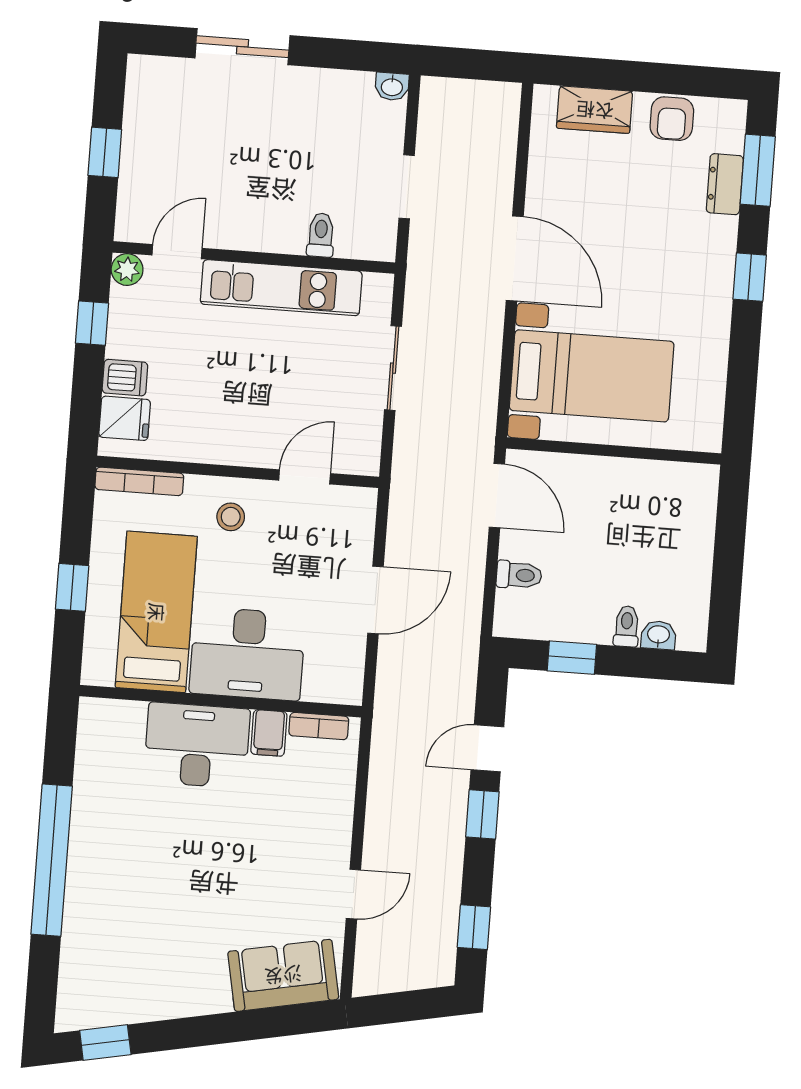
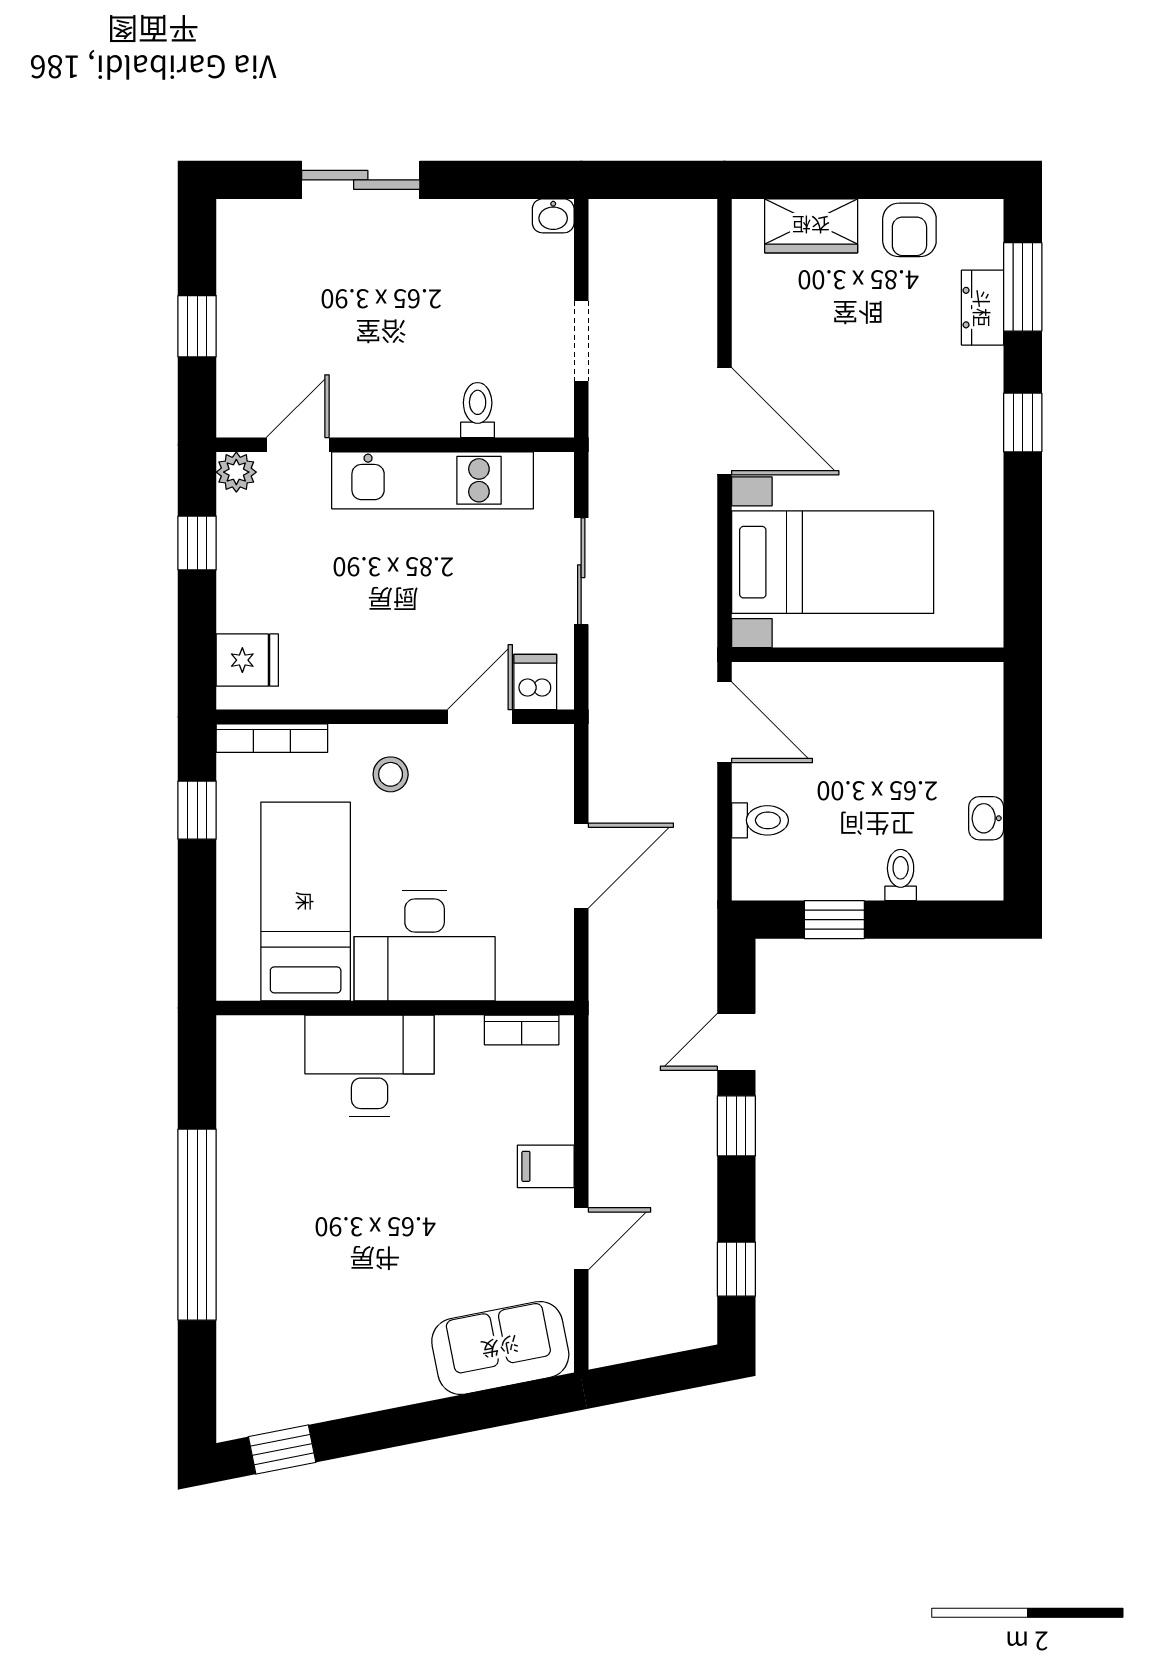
dishwasher: (125, 378) -> (535, 682), moved, turned -90
window: (72, 587) -> (197, 810), moved
washbasin: (659, 635) -> (986, 818), moved, turned -90
filing cabinet: (269, 733) -> (546, 1166), moved, turned 90

